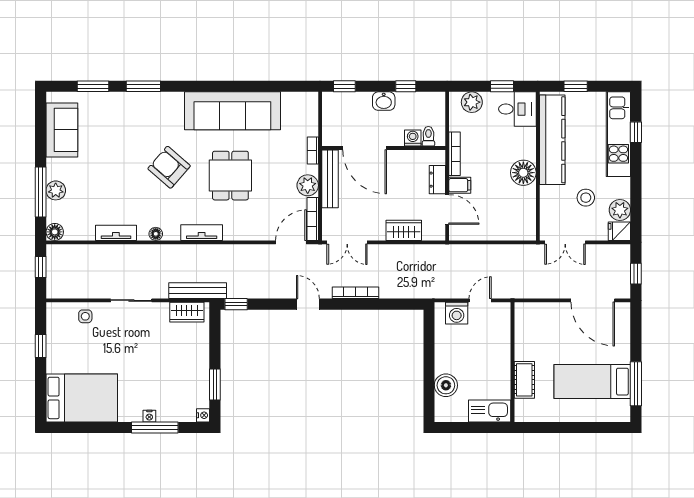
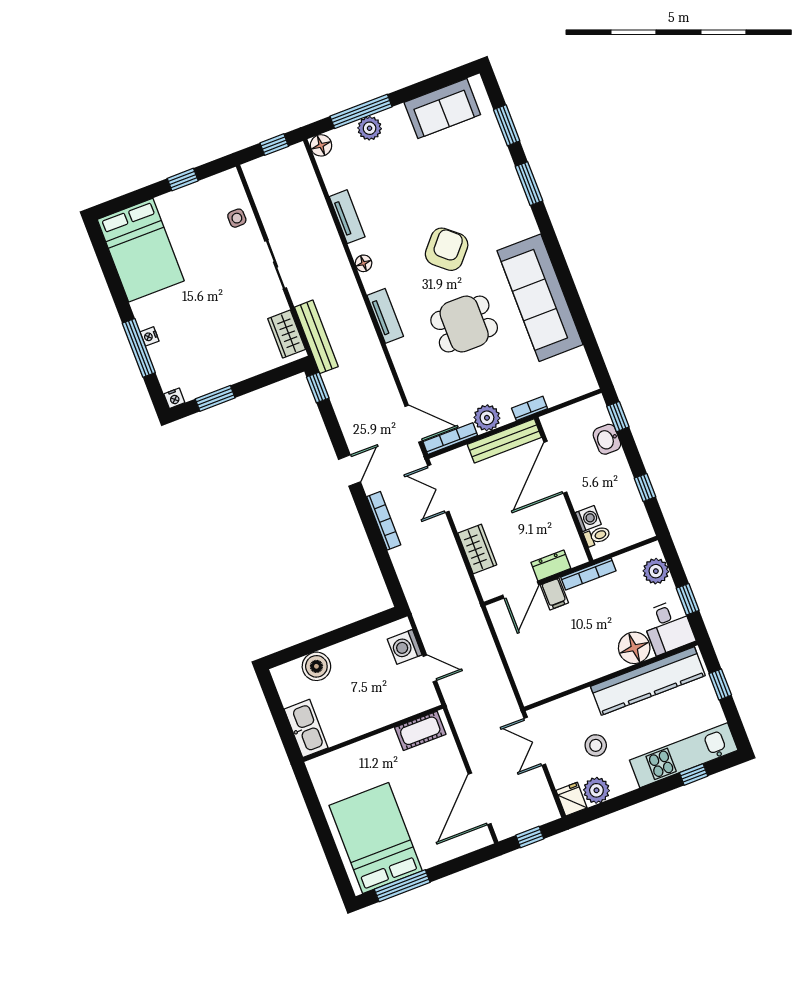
washbasin: (384, 101) -> (607, 439), moved
floor lamp: (523, 173) -> (634, 648), moved
cot: (524, 380) -> (420, 731), moved
bed: (592, 382) -> (376, 838), width x1.50

